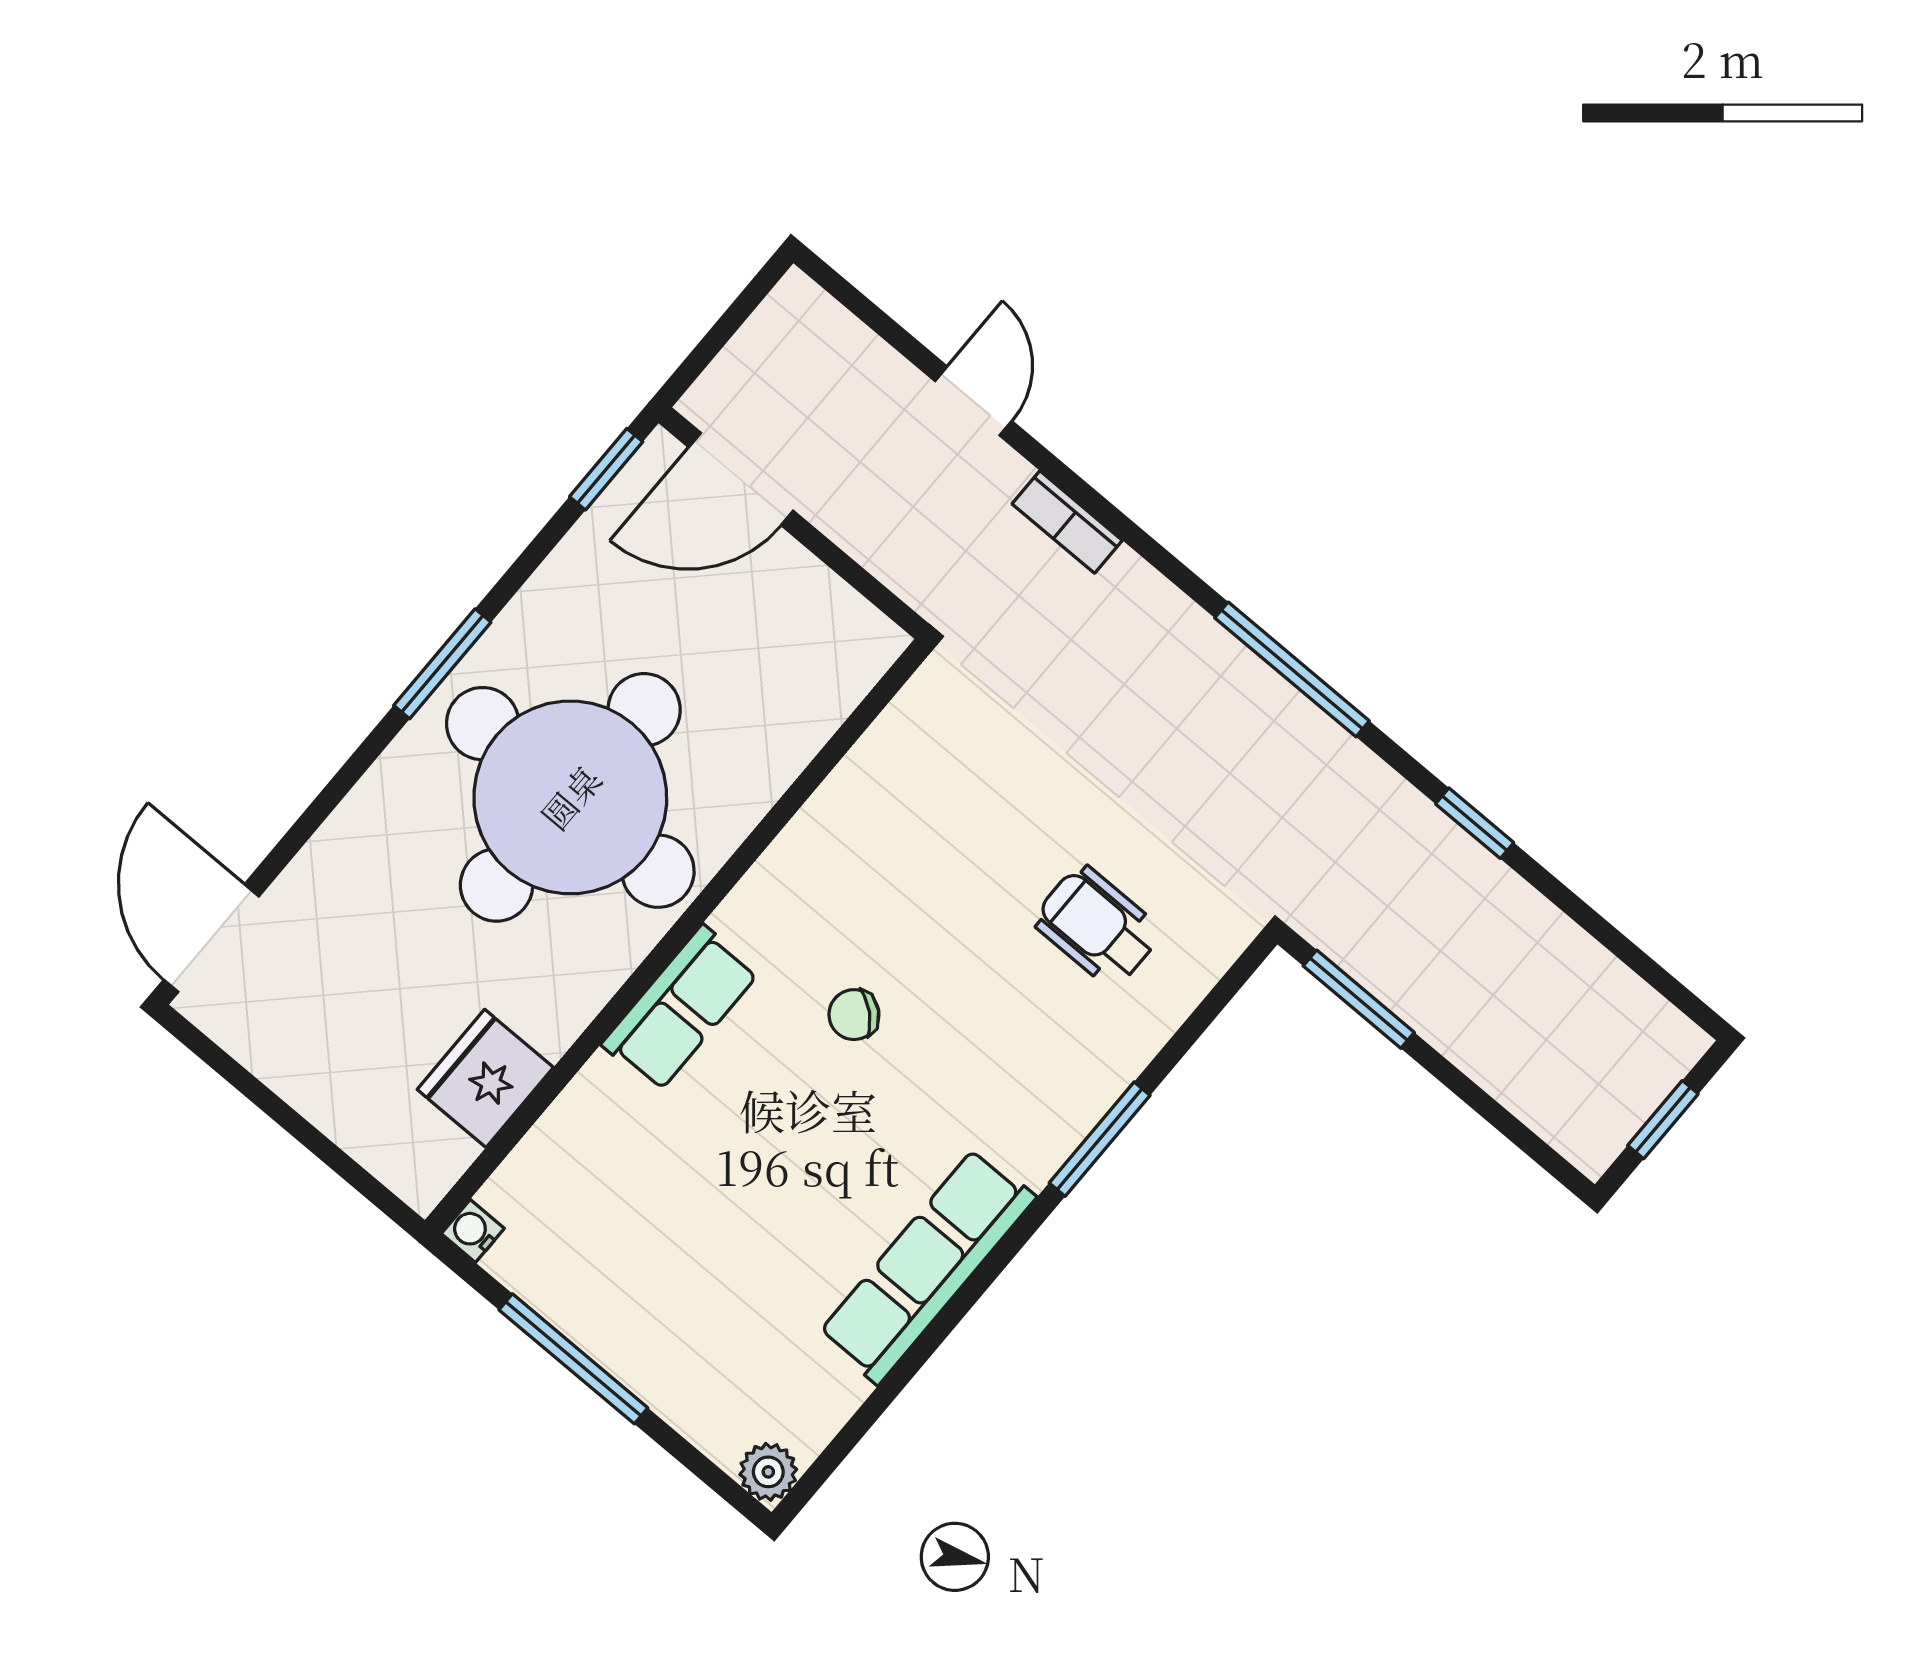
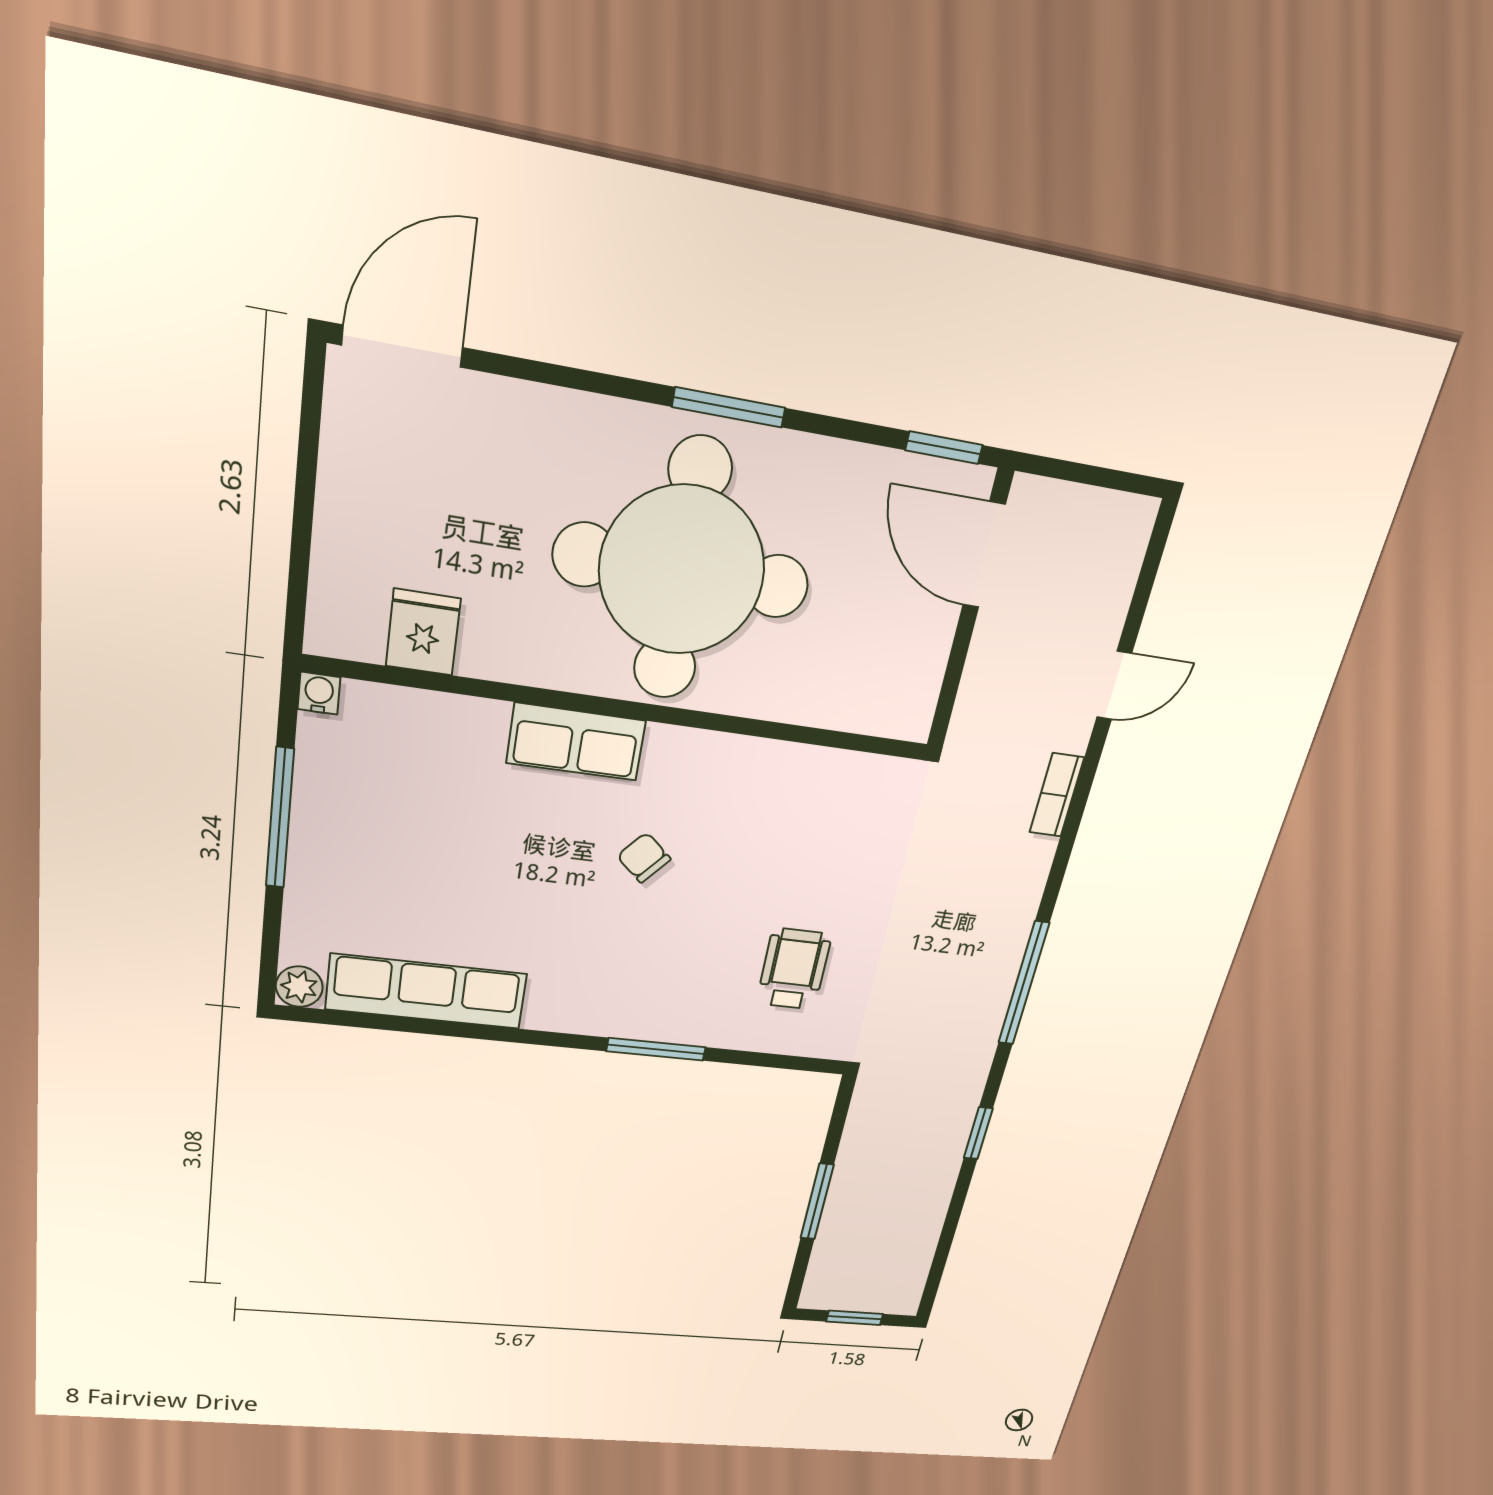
window: (1359, 999) -> (817, 1202), moved
fridge: (485, 1078) -> (423, 632), width x0.72
row of seats: (927, 1266) -> (426, 992), moved

